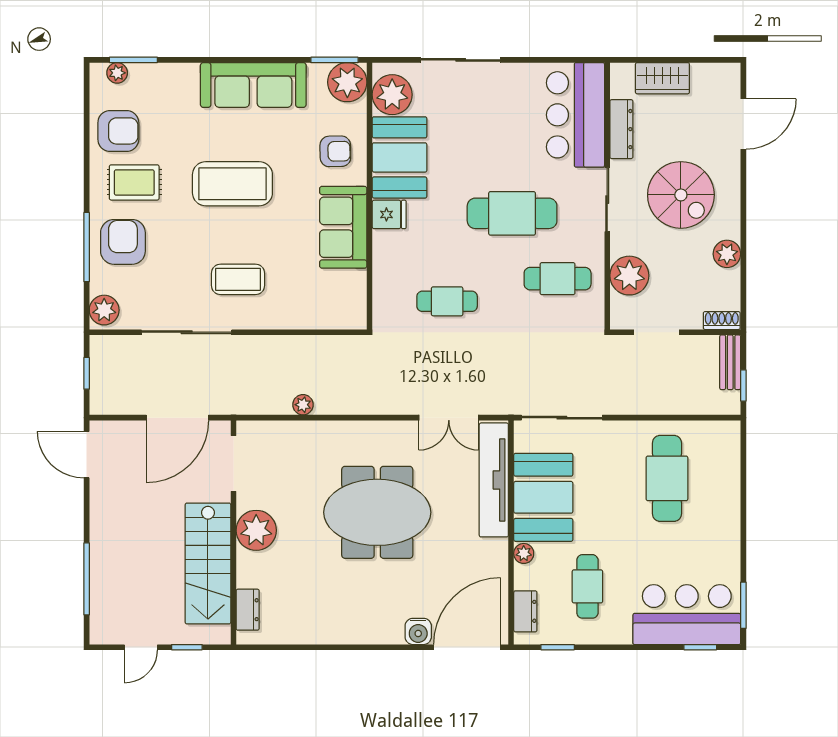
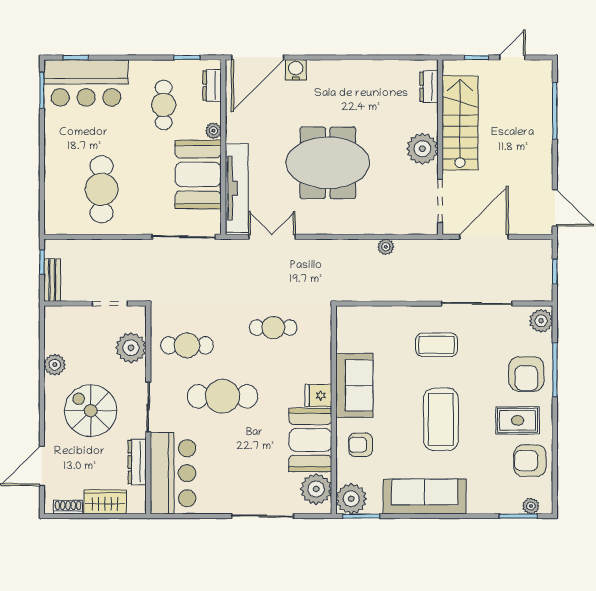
coffee table: (232, 184) -> (441, 419), turned 90
shoe rack: (722, 321) -> (68, 507), moved, turned 180

